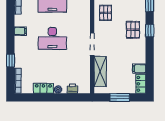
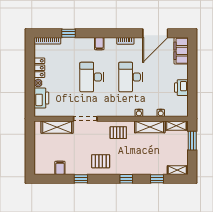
window: (150, 31) -> (81, 179), moved
locker: (141, 84) -> (44, 169), removed
printer: (72, 89) -> (41, 98), width x1.87, depth x1.48
window: (120, 97) -> (30, 147), removed

